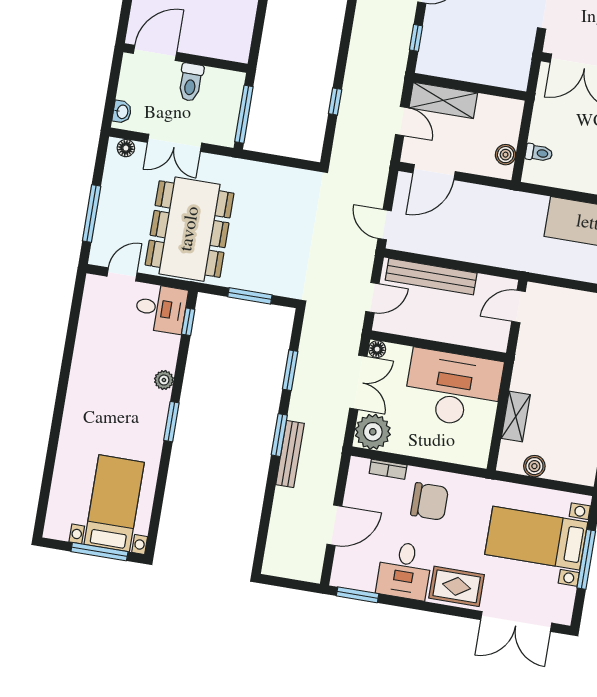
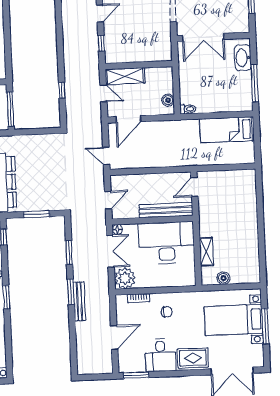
toilet: (539, 153) -> (188, 109), moved
bench: (431, 277) -> (166, 210), moved
chair: (429, 501) -> (167, 312), width x0.54, depth x0.54

